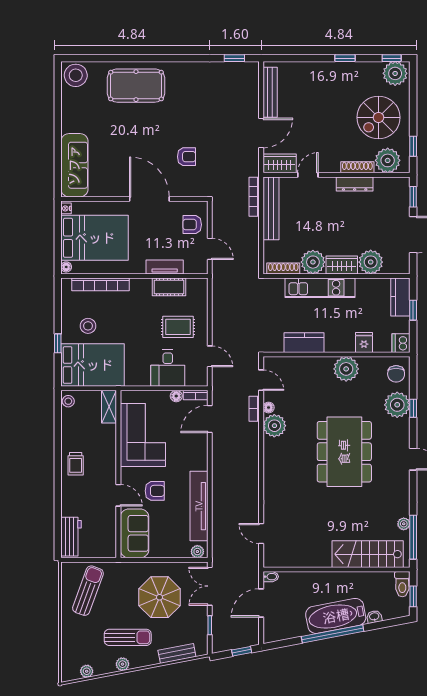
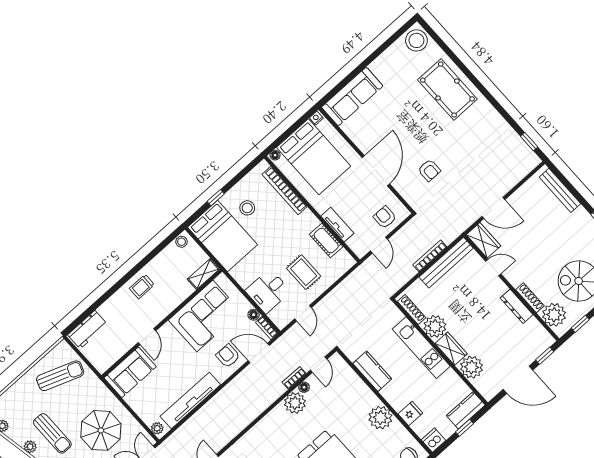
bench: (270, 92) -> (560, 190), moved, turned 90
bookcase: (254, 197) -> (430, 256), moved
armchair: (155, 491) -> (228, 356), moved, turned 180

